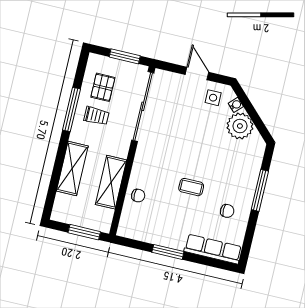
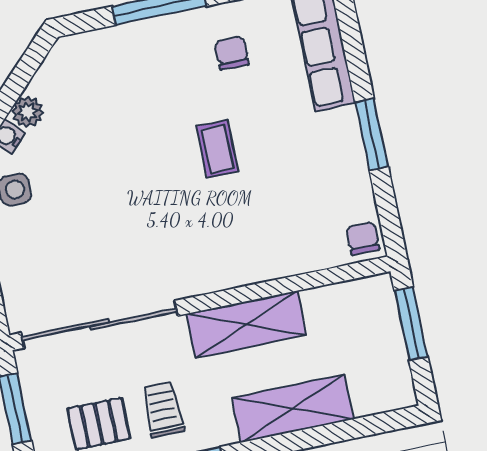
plant: (240, 126) -> (28, 112), width x0.53, depth x0.53
shelving: (111, 182) -> (246, 324), moved
chair: (138, 196) -> (363, 239), moved

